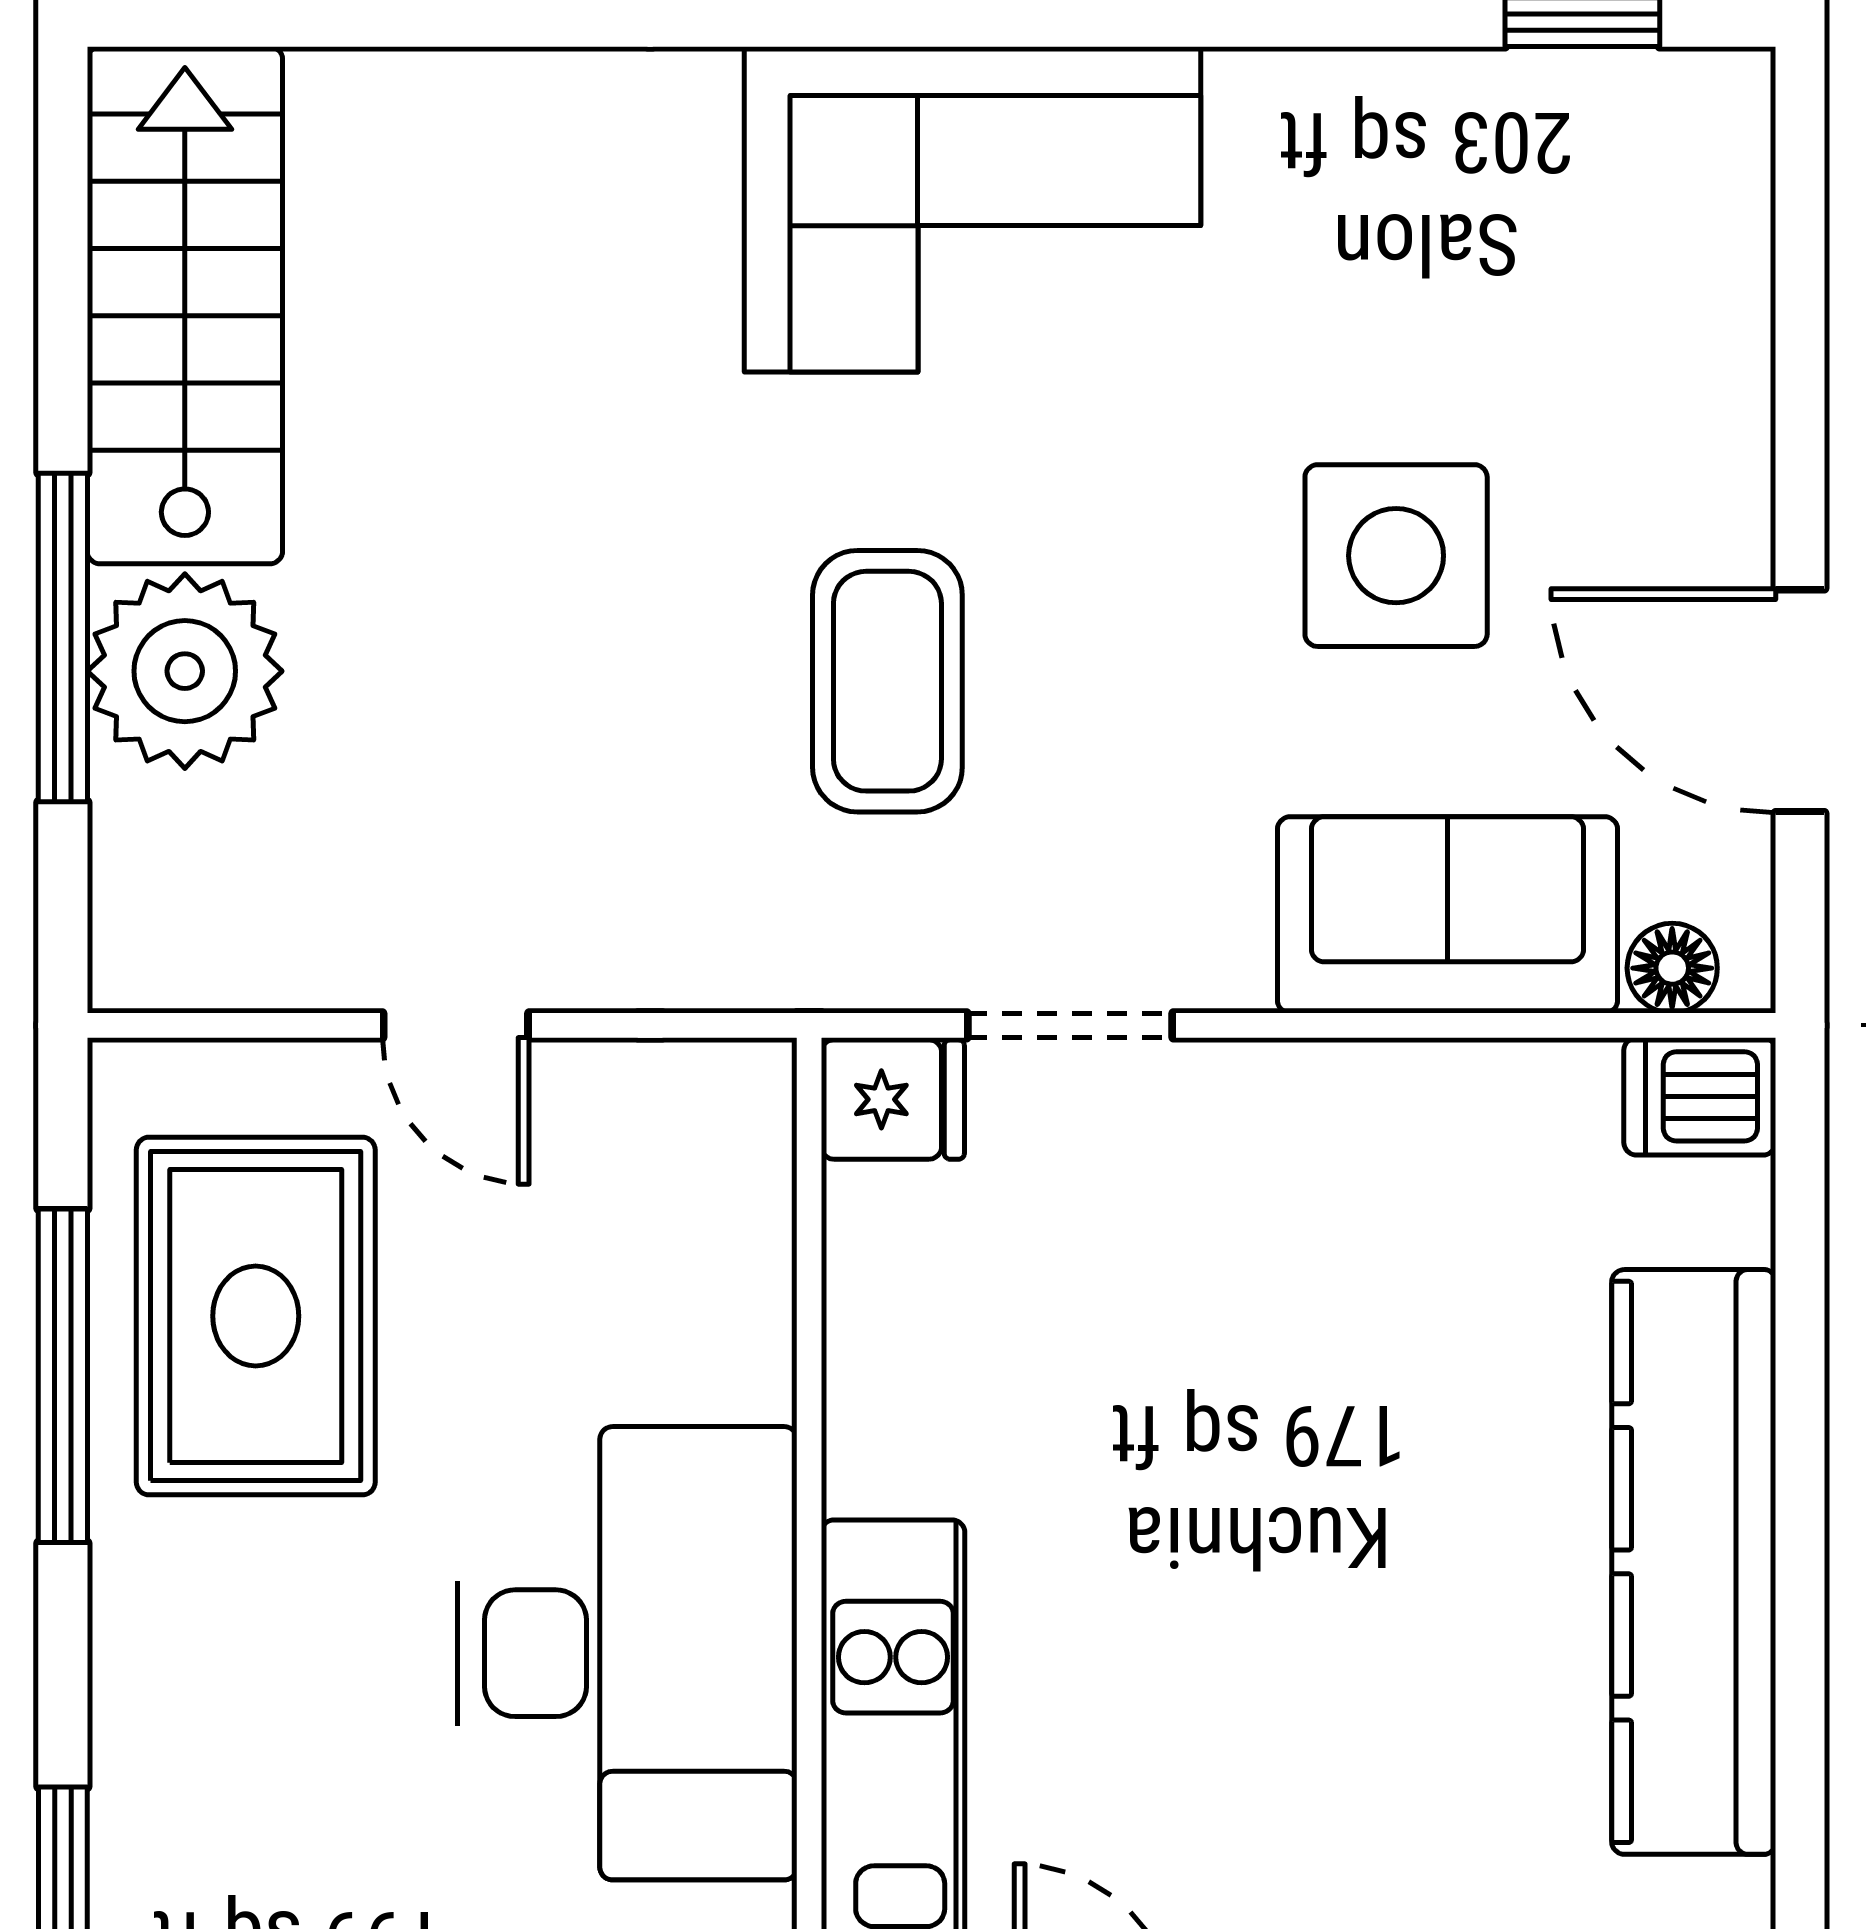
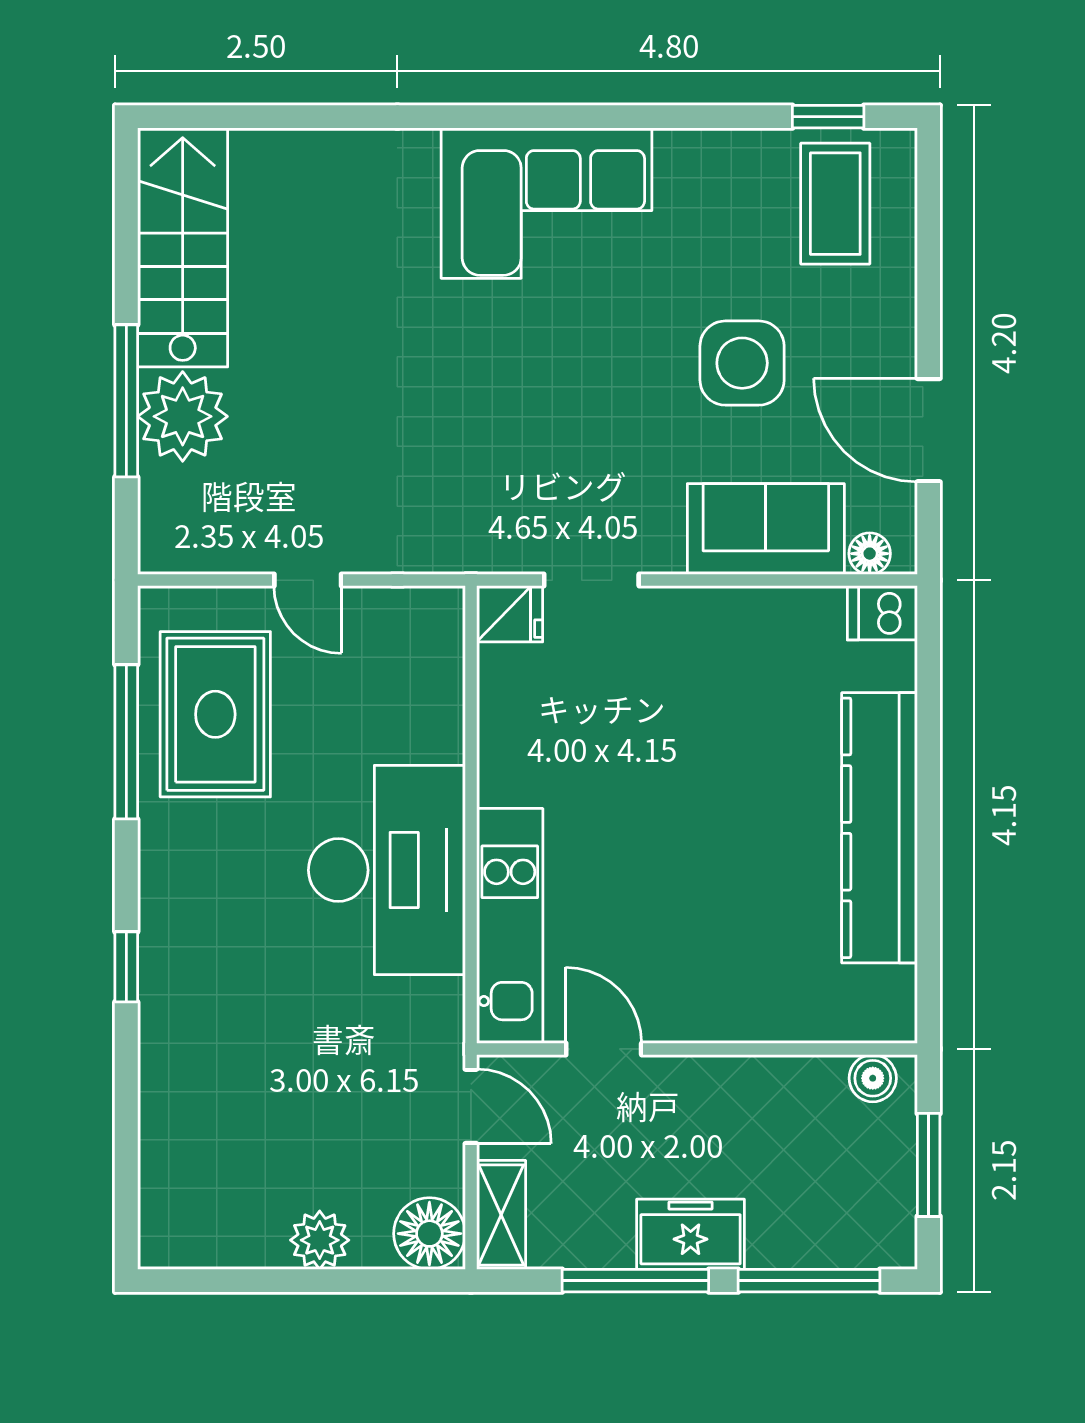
coffee table: (887, 681) -> (835, 204), moved

